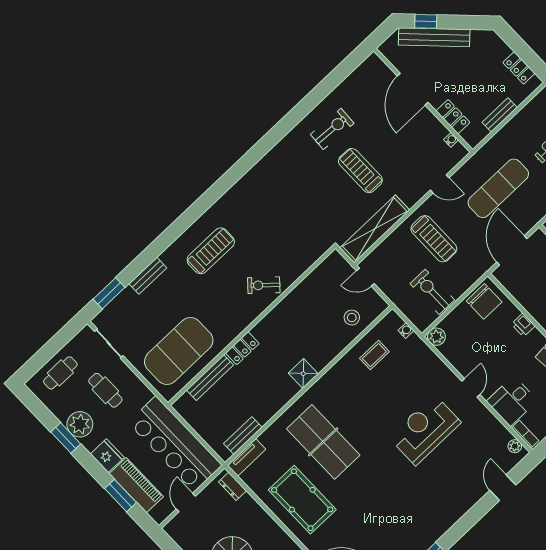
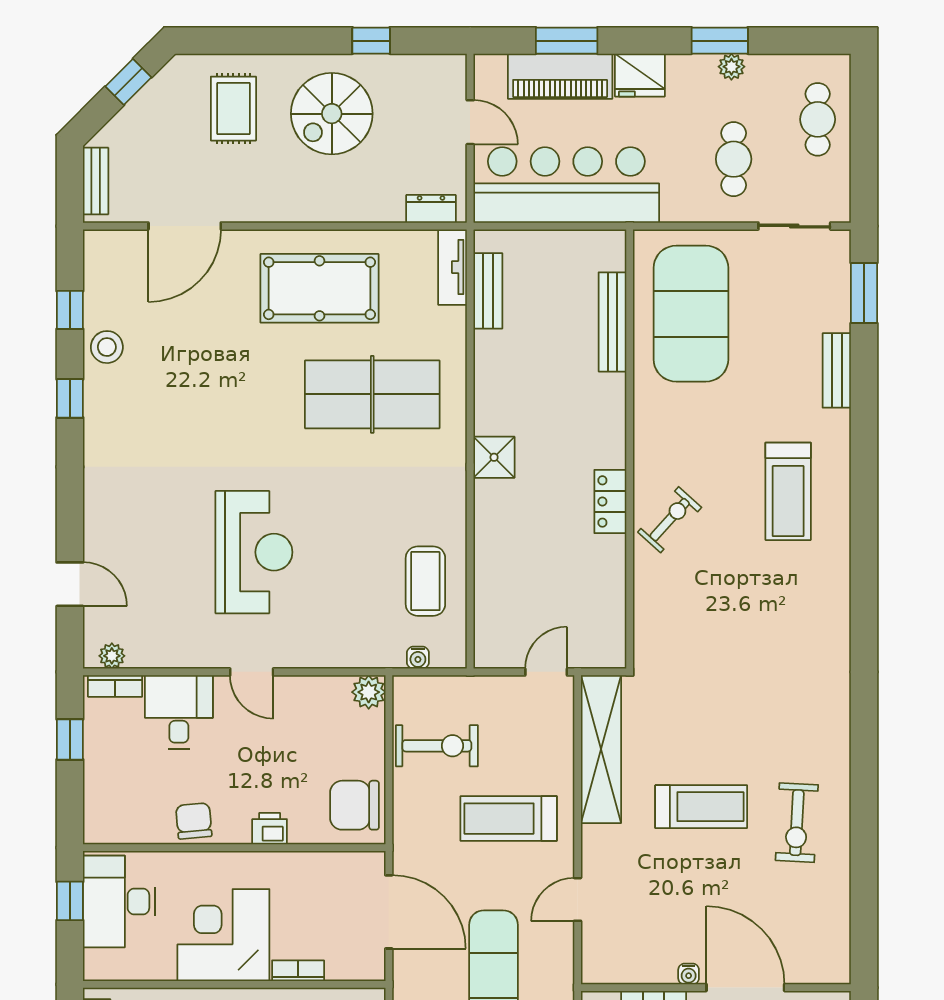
water cooler: (451, 140) -> (689, 974), moved
stool: (352, 318) -> (508, 599), removed
locker: (242, 348) -> (610, 501), moved
coffee table: (374, 355) -> (425, 581), width x1.36, depth x1.30
cafe table: (105, 390) -> (734, 159), turned 90
plant: (80, 424) -> (731, 67), width x0.53, depth x0.53

